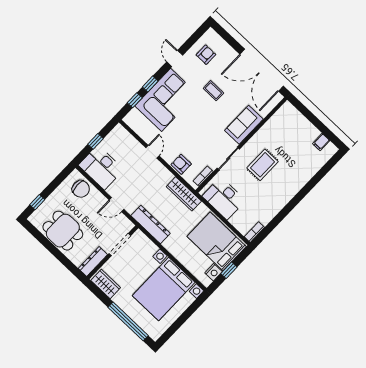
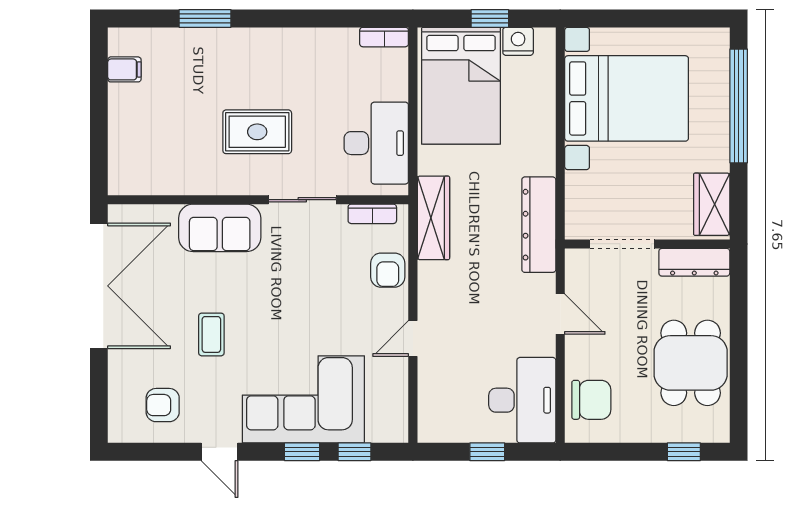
door: (175, 58) -> (219, 452), hinge flipped
window: (313, 182) -> (205, 18), added
chair: (81, 189) -> (591, 400), turned 92

